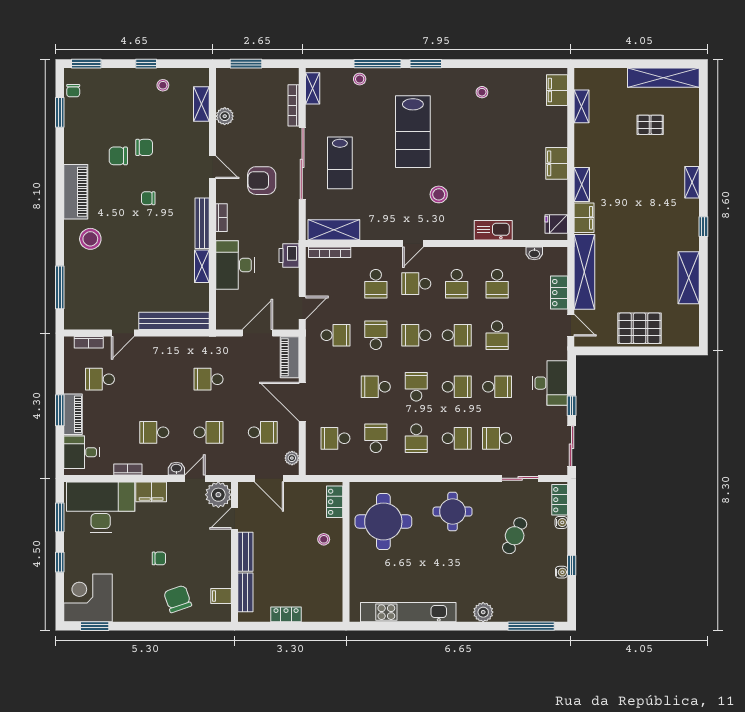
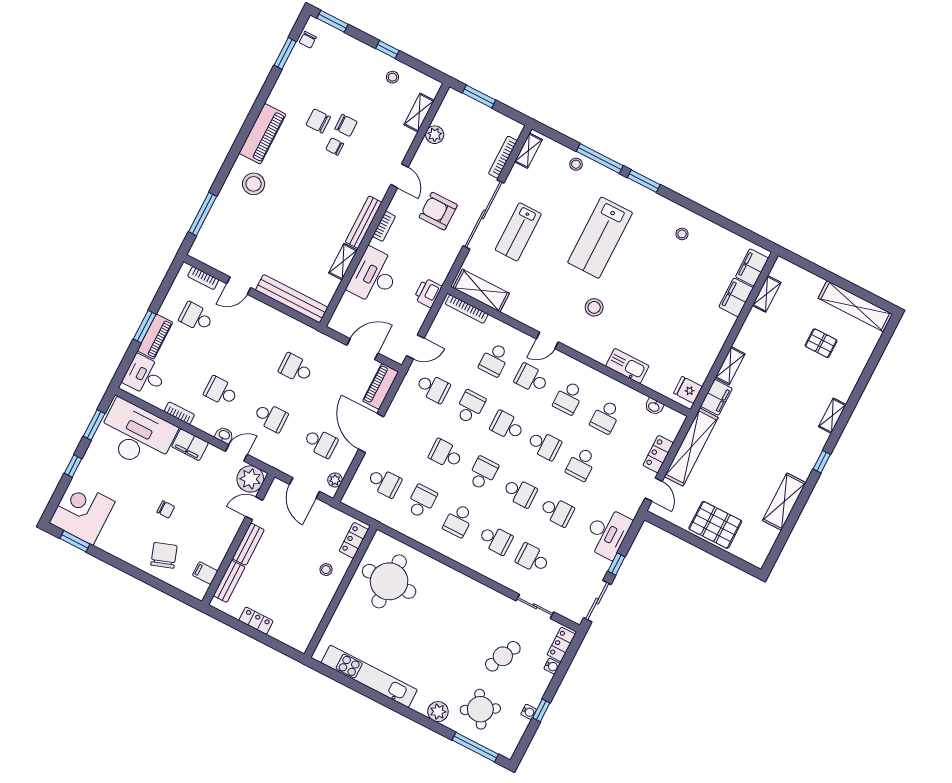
filing cabinet: (557, 163) -> (736, 297), moved
chair: (148, 198) -> (335, 147), moved
school desk: (335, 438) -> (384, 482), turned 180
round table: (453, 512) -> (480, 709), moved, turned -30

